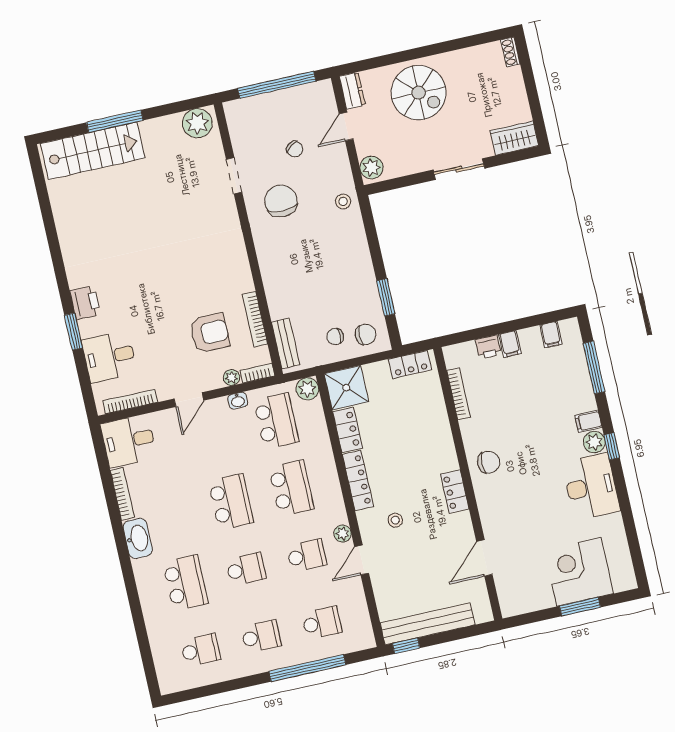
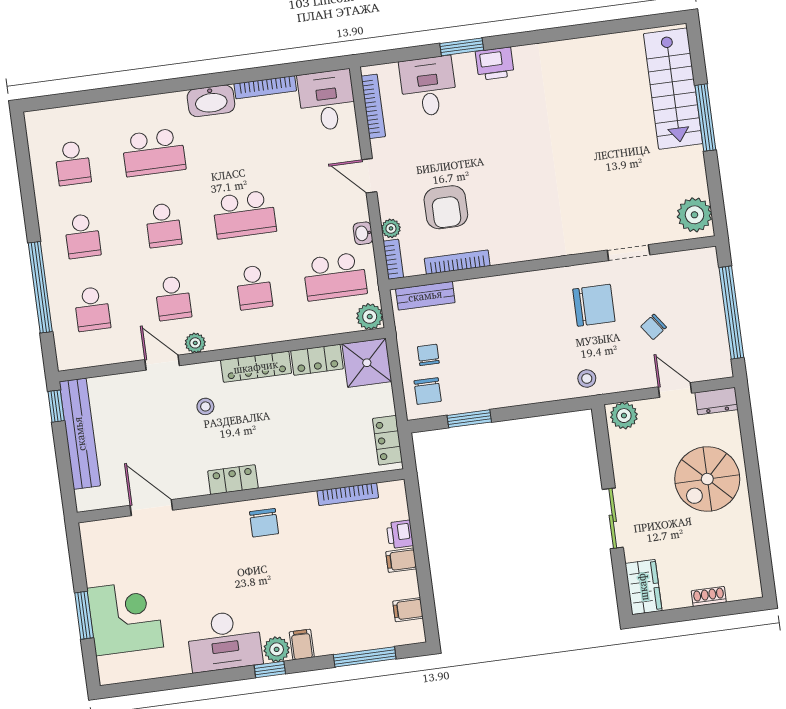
shoe rack: (510, 52) -> (709, 596), moved
school desk: (291, 488) -> (254, 287), width x0.54

